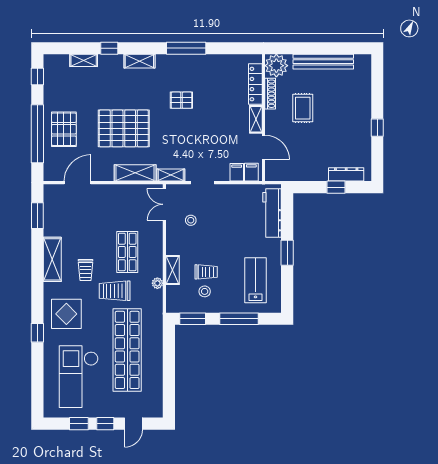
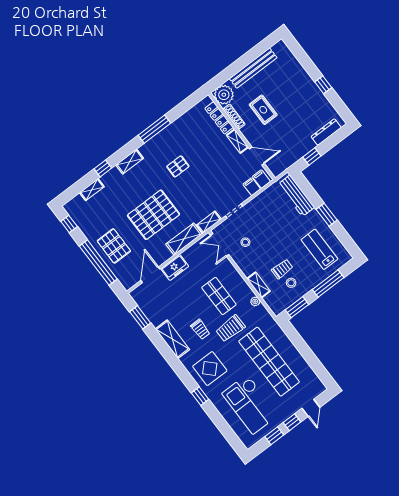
window: (336, 187) -> (312, 156), moved
freezer: (106, 193) -> (175, 267), added

